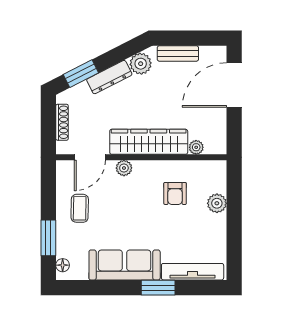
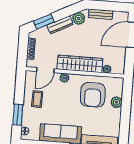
armchair: (175, 193) -> (93, 95), width x1.88, depth x1.88

